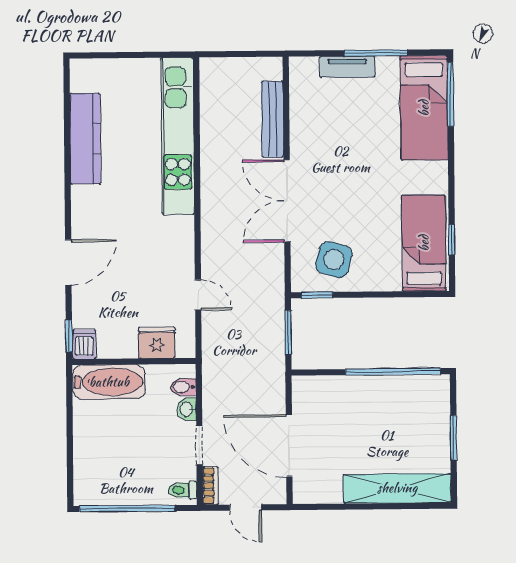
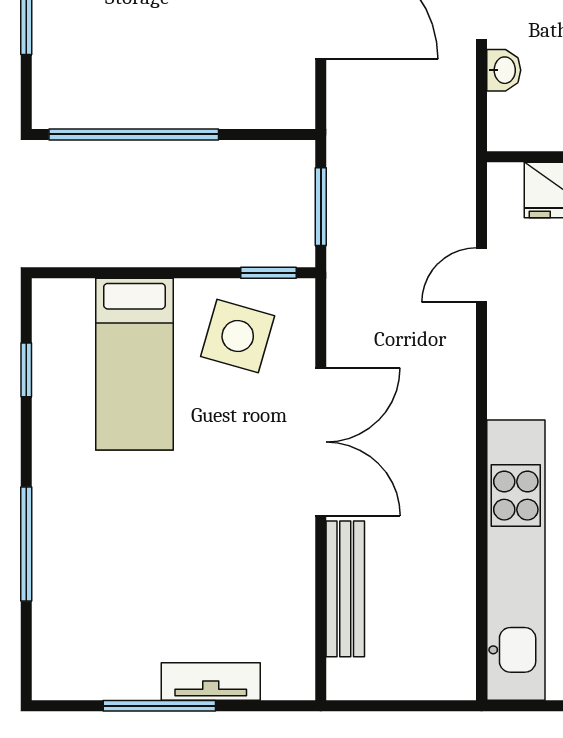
window: (450, 94) -> (26, 544), moved
bed: (424, 108) -> (74, 607), removed
bed: (424, 243) -> (134, 364), moved
door: (198, 295) -> (481, 275), hinge flipped
bidet: (183, 387) -> (510, 110), removed

